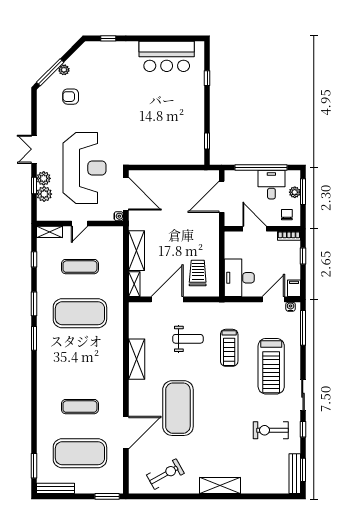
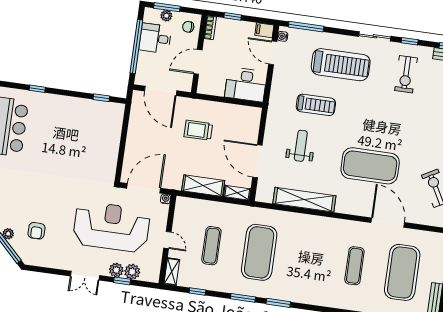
trolley: (198, 273) -> (198, 130), moved
shelving: (137, 359) -> (304, 200), width x1.47

